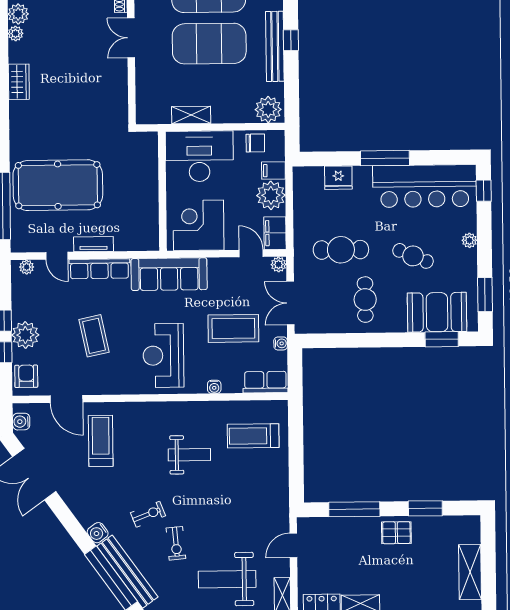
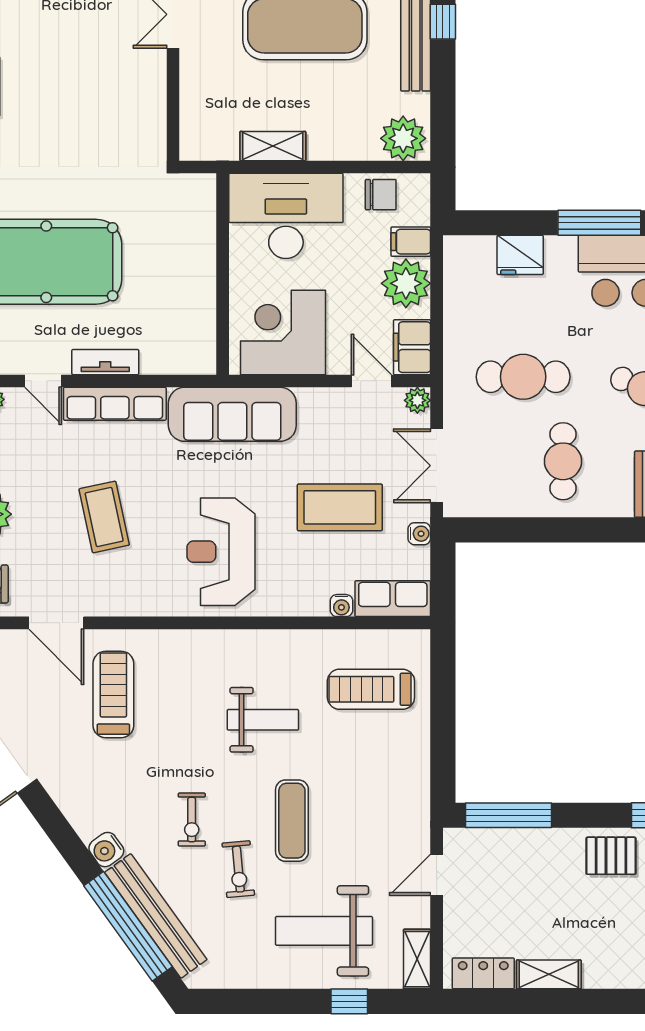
water cooler: (214, 387) -> (341, 606), moved
window: (354, 509) -> (509, 815), moved
exercise bike: (148, 514) -> (192, 820), turned 111
exercise mat: (207, 514) -> (292, 821), added

